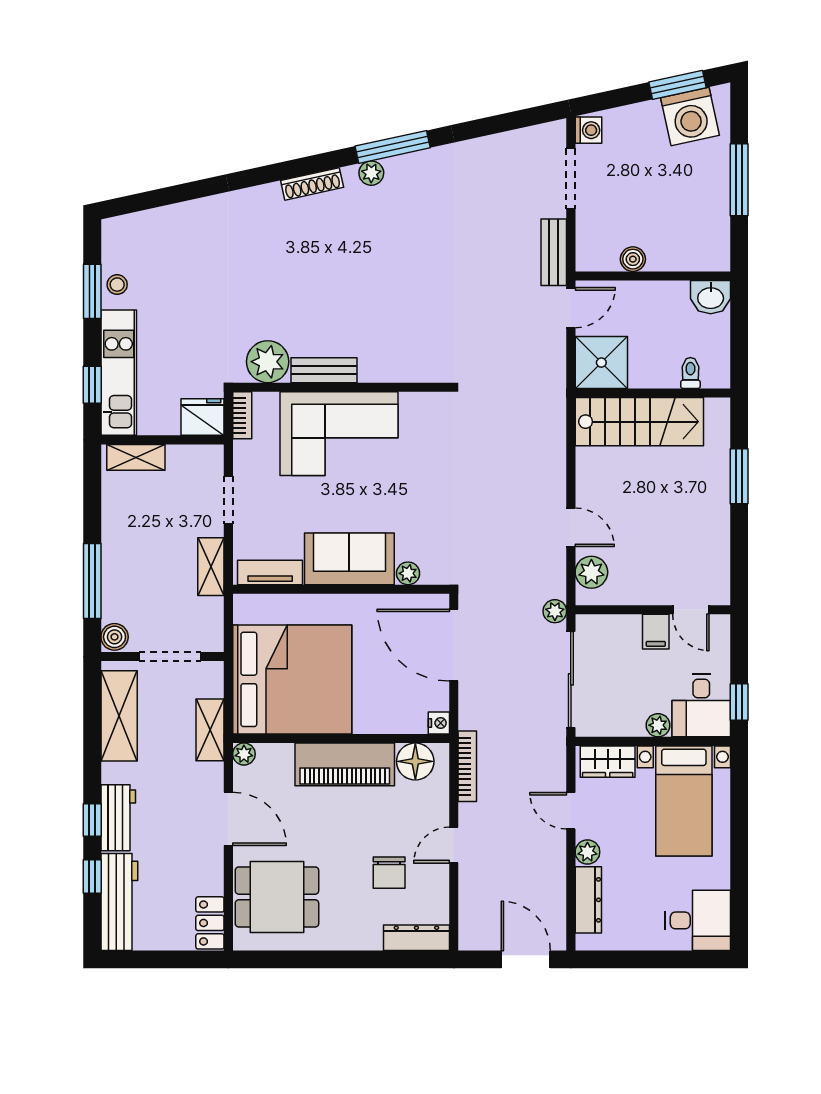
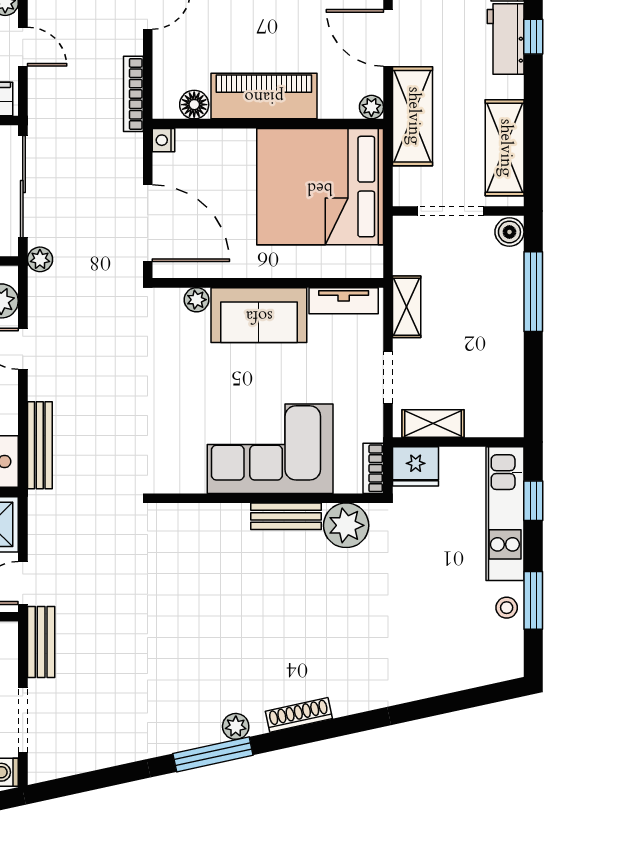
bench: (555, 437) -> (40, 445), added
shelving: (136, 457) -> (433, 423), moved
shelving: (210, 730) -> (413, 116), width x1.50, depth x1.33
floor lamp: (415, 761) -> (194, 105), width x0.73, depth x0.73

